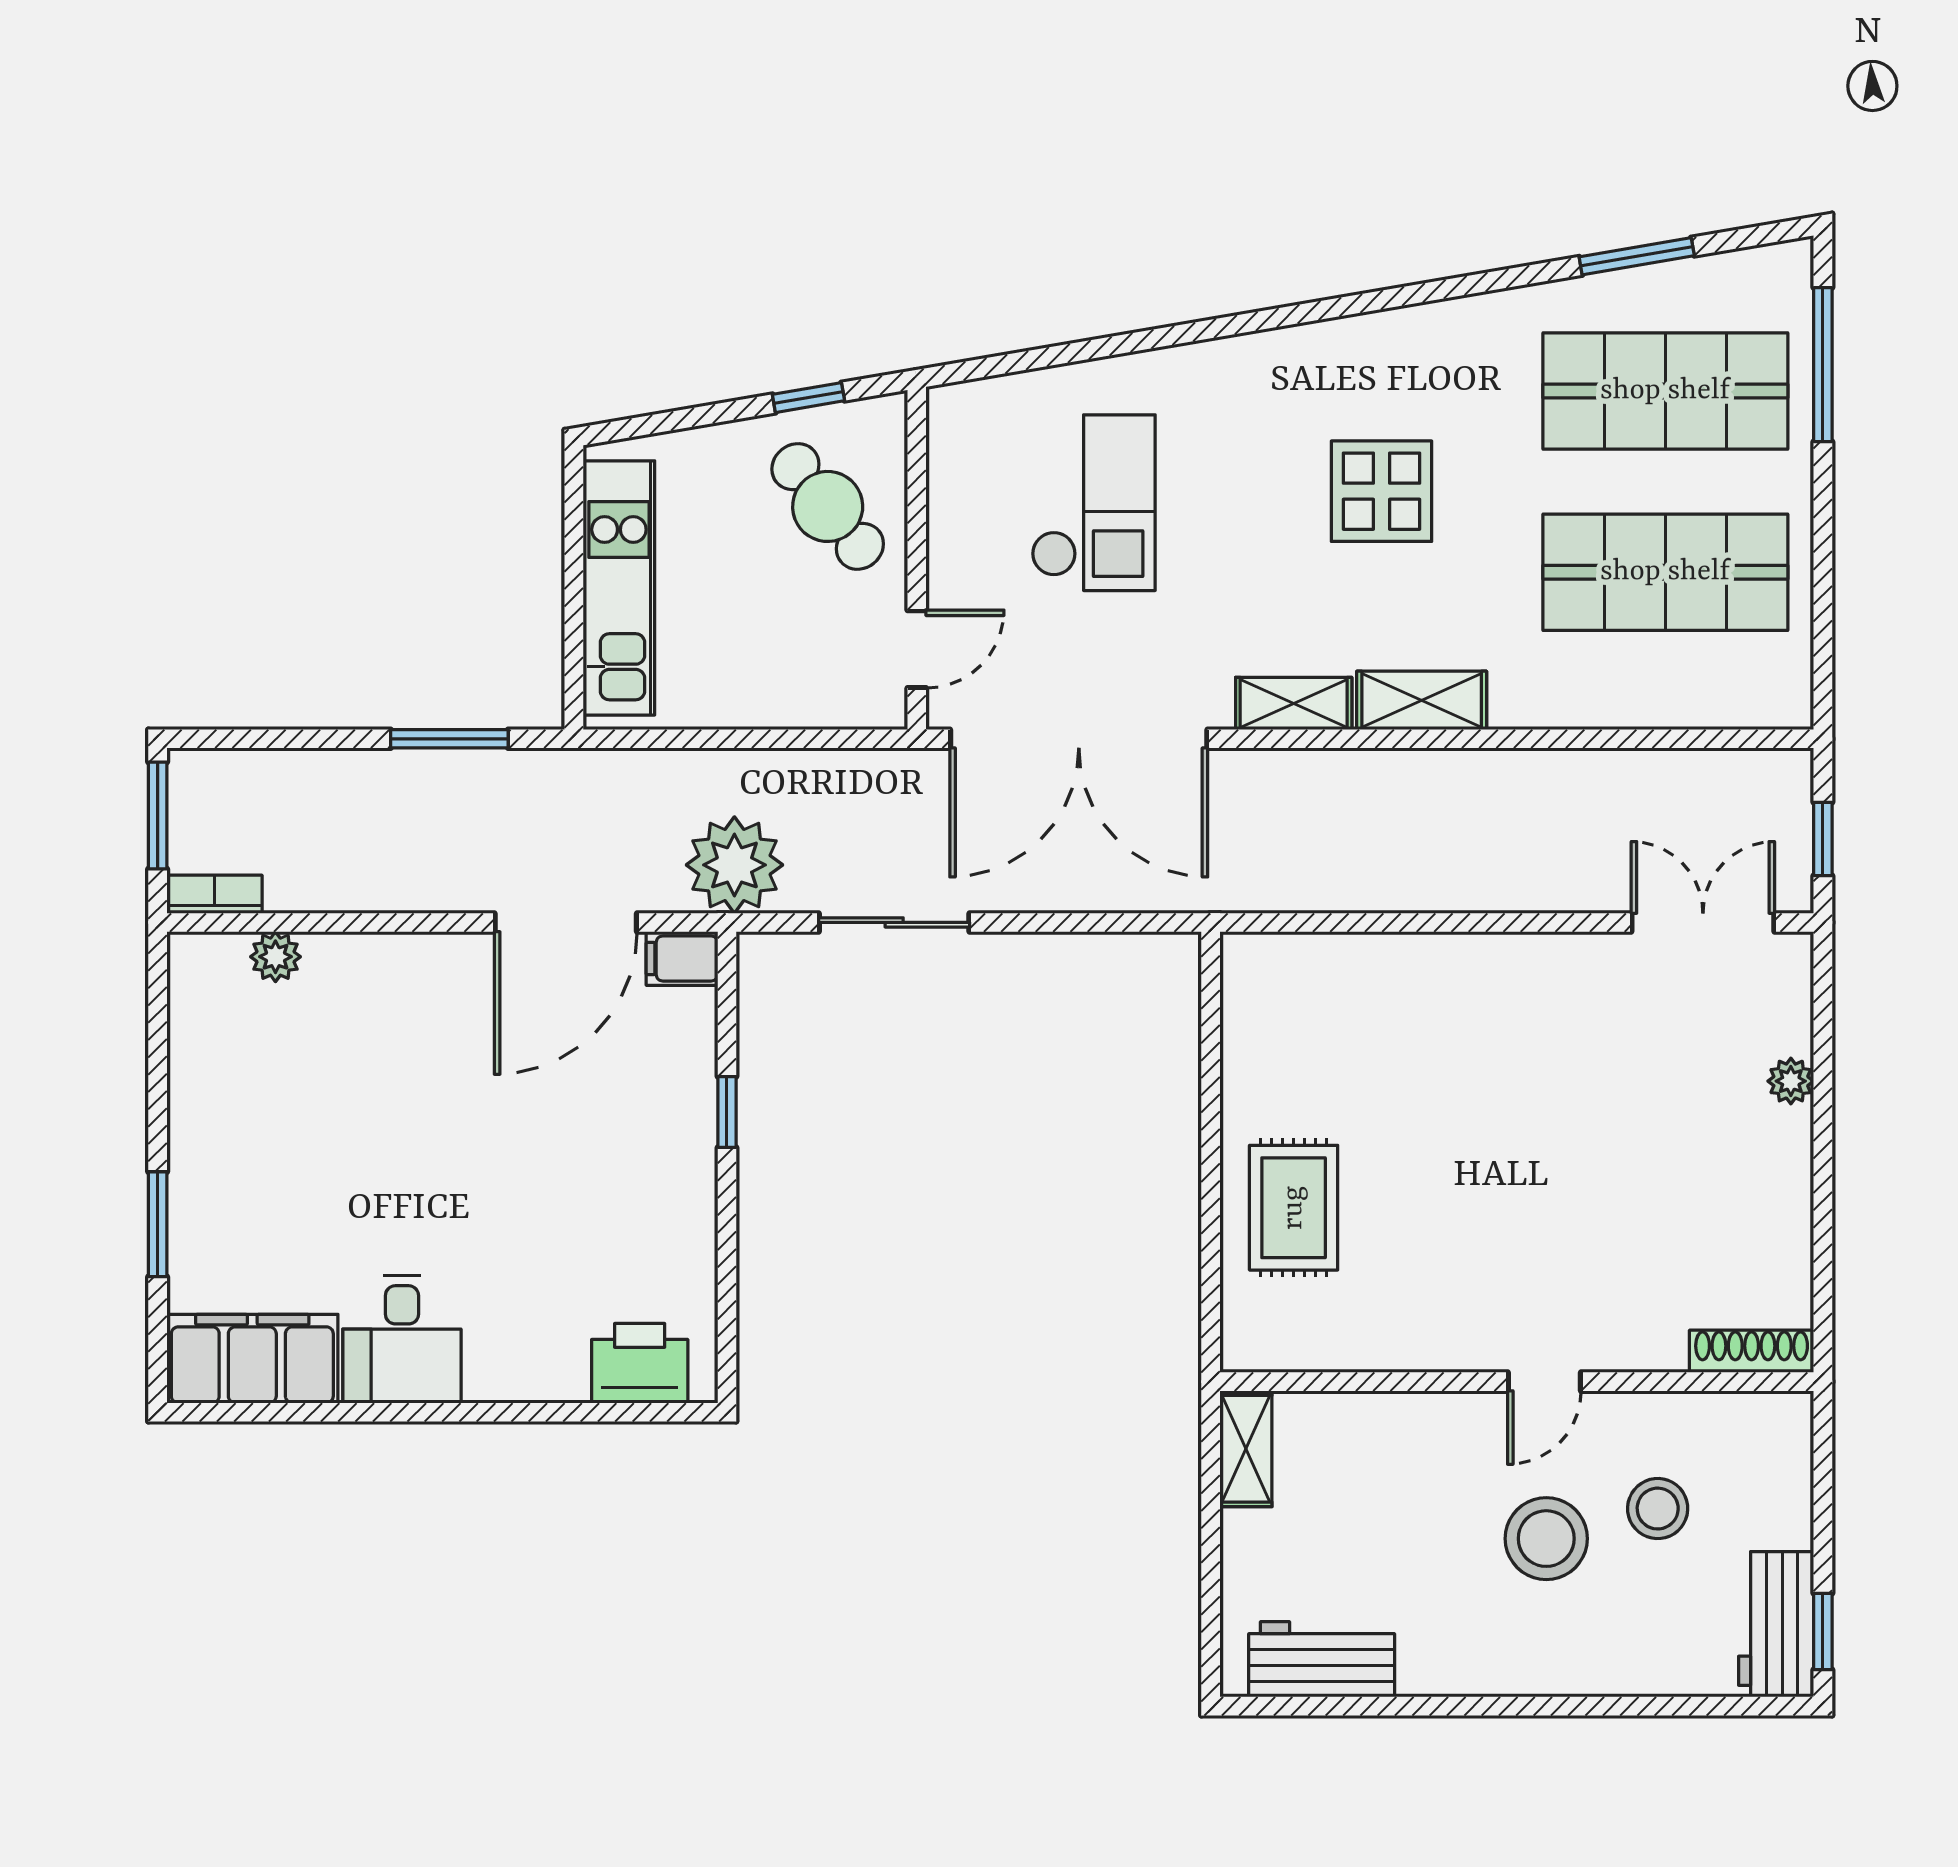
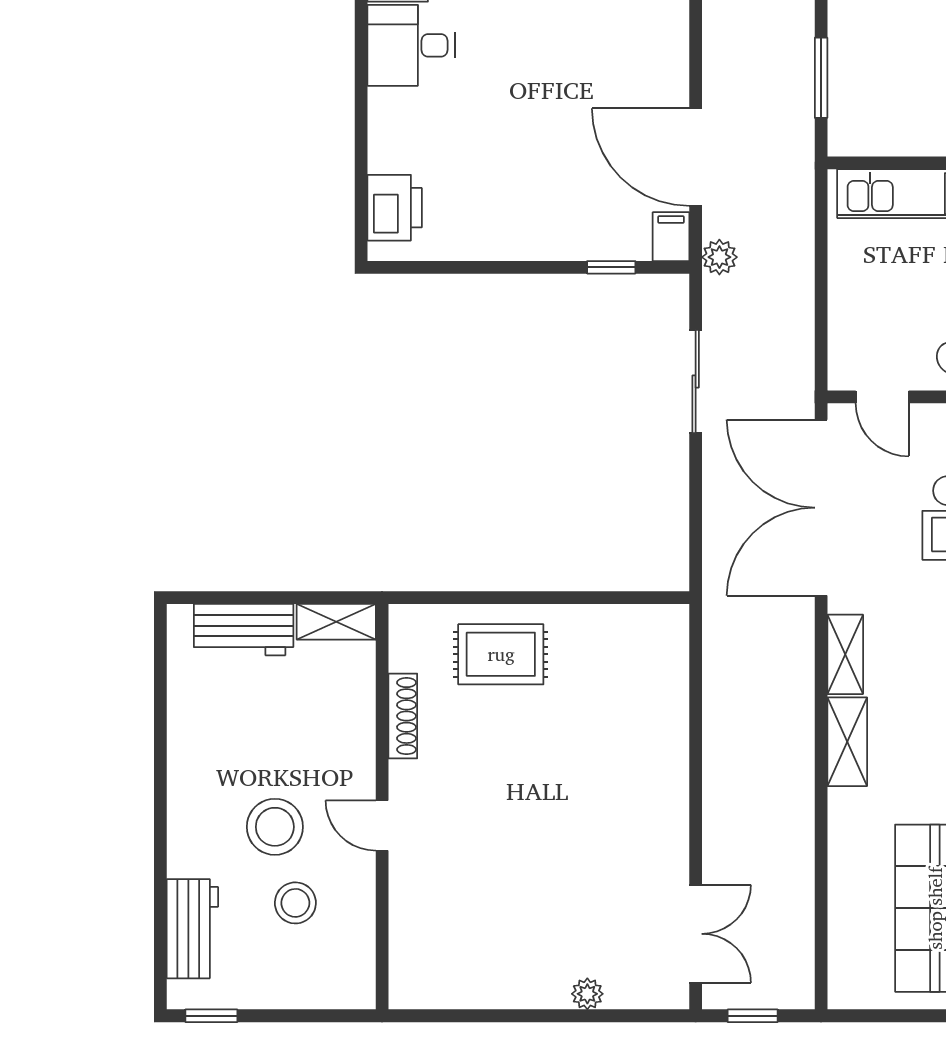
plant: (734, 865) -> (719, 257), width x0.53, depth x0.53
window: (727, 1112) -> (611, 267), moved
shoe rack: (1752, 1351) -> (403, 716), moved
workbench: (1776, 1624) -> (192, 929), moved, turned 90
workbench: (1322, 1659) -> (244, 630), moved, turned 90

